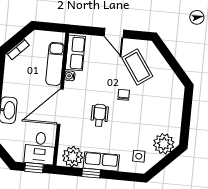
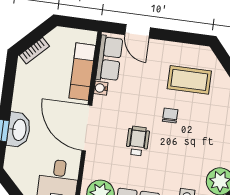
door: (114, 33) -> (137, 31), moved
coffee table: (137, 67) -> (189, 80), turned -55
door: (60, 107) -> (87, 128), hinge flipped

